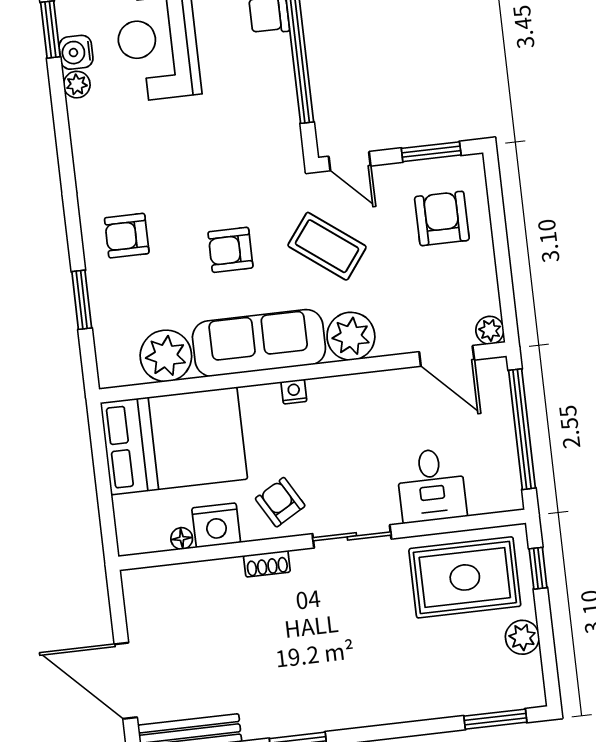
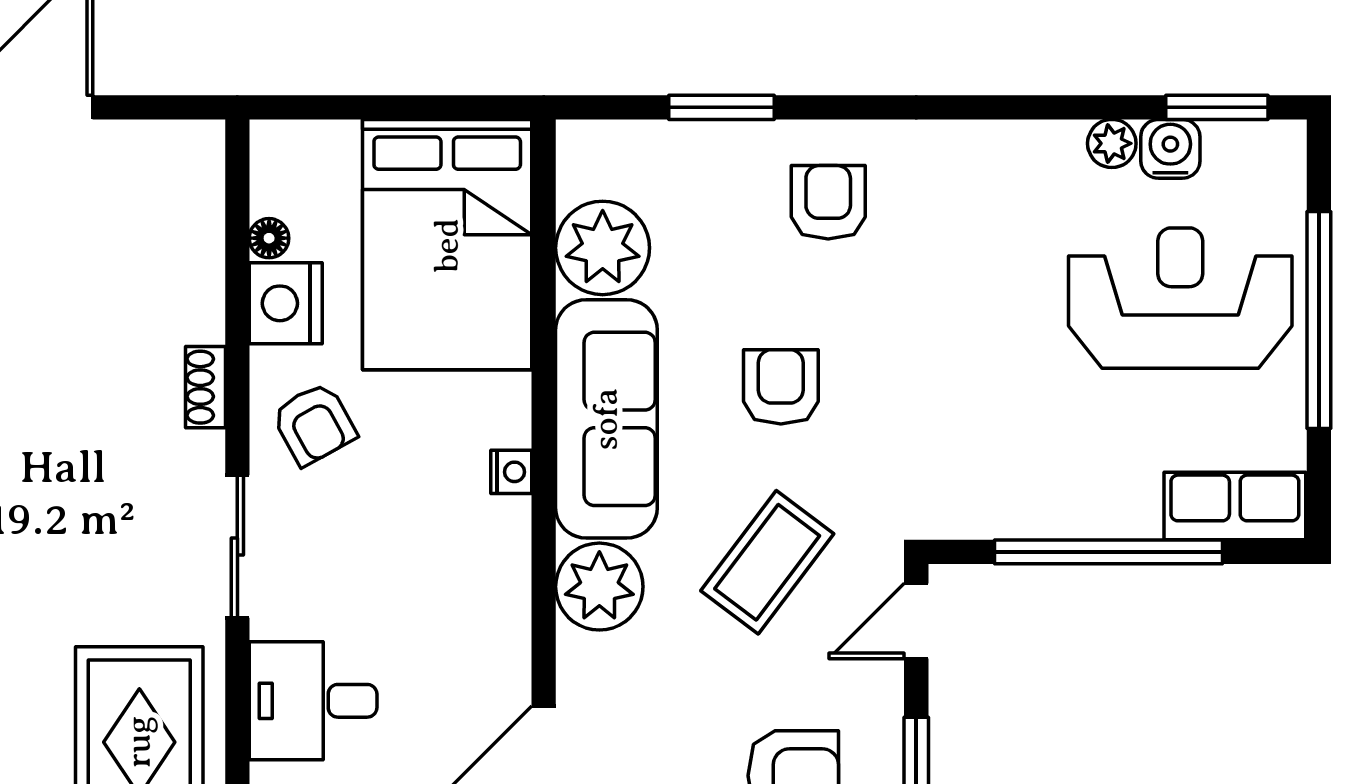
armchair: (280, 502) -> (314, 424), turned 91

